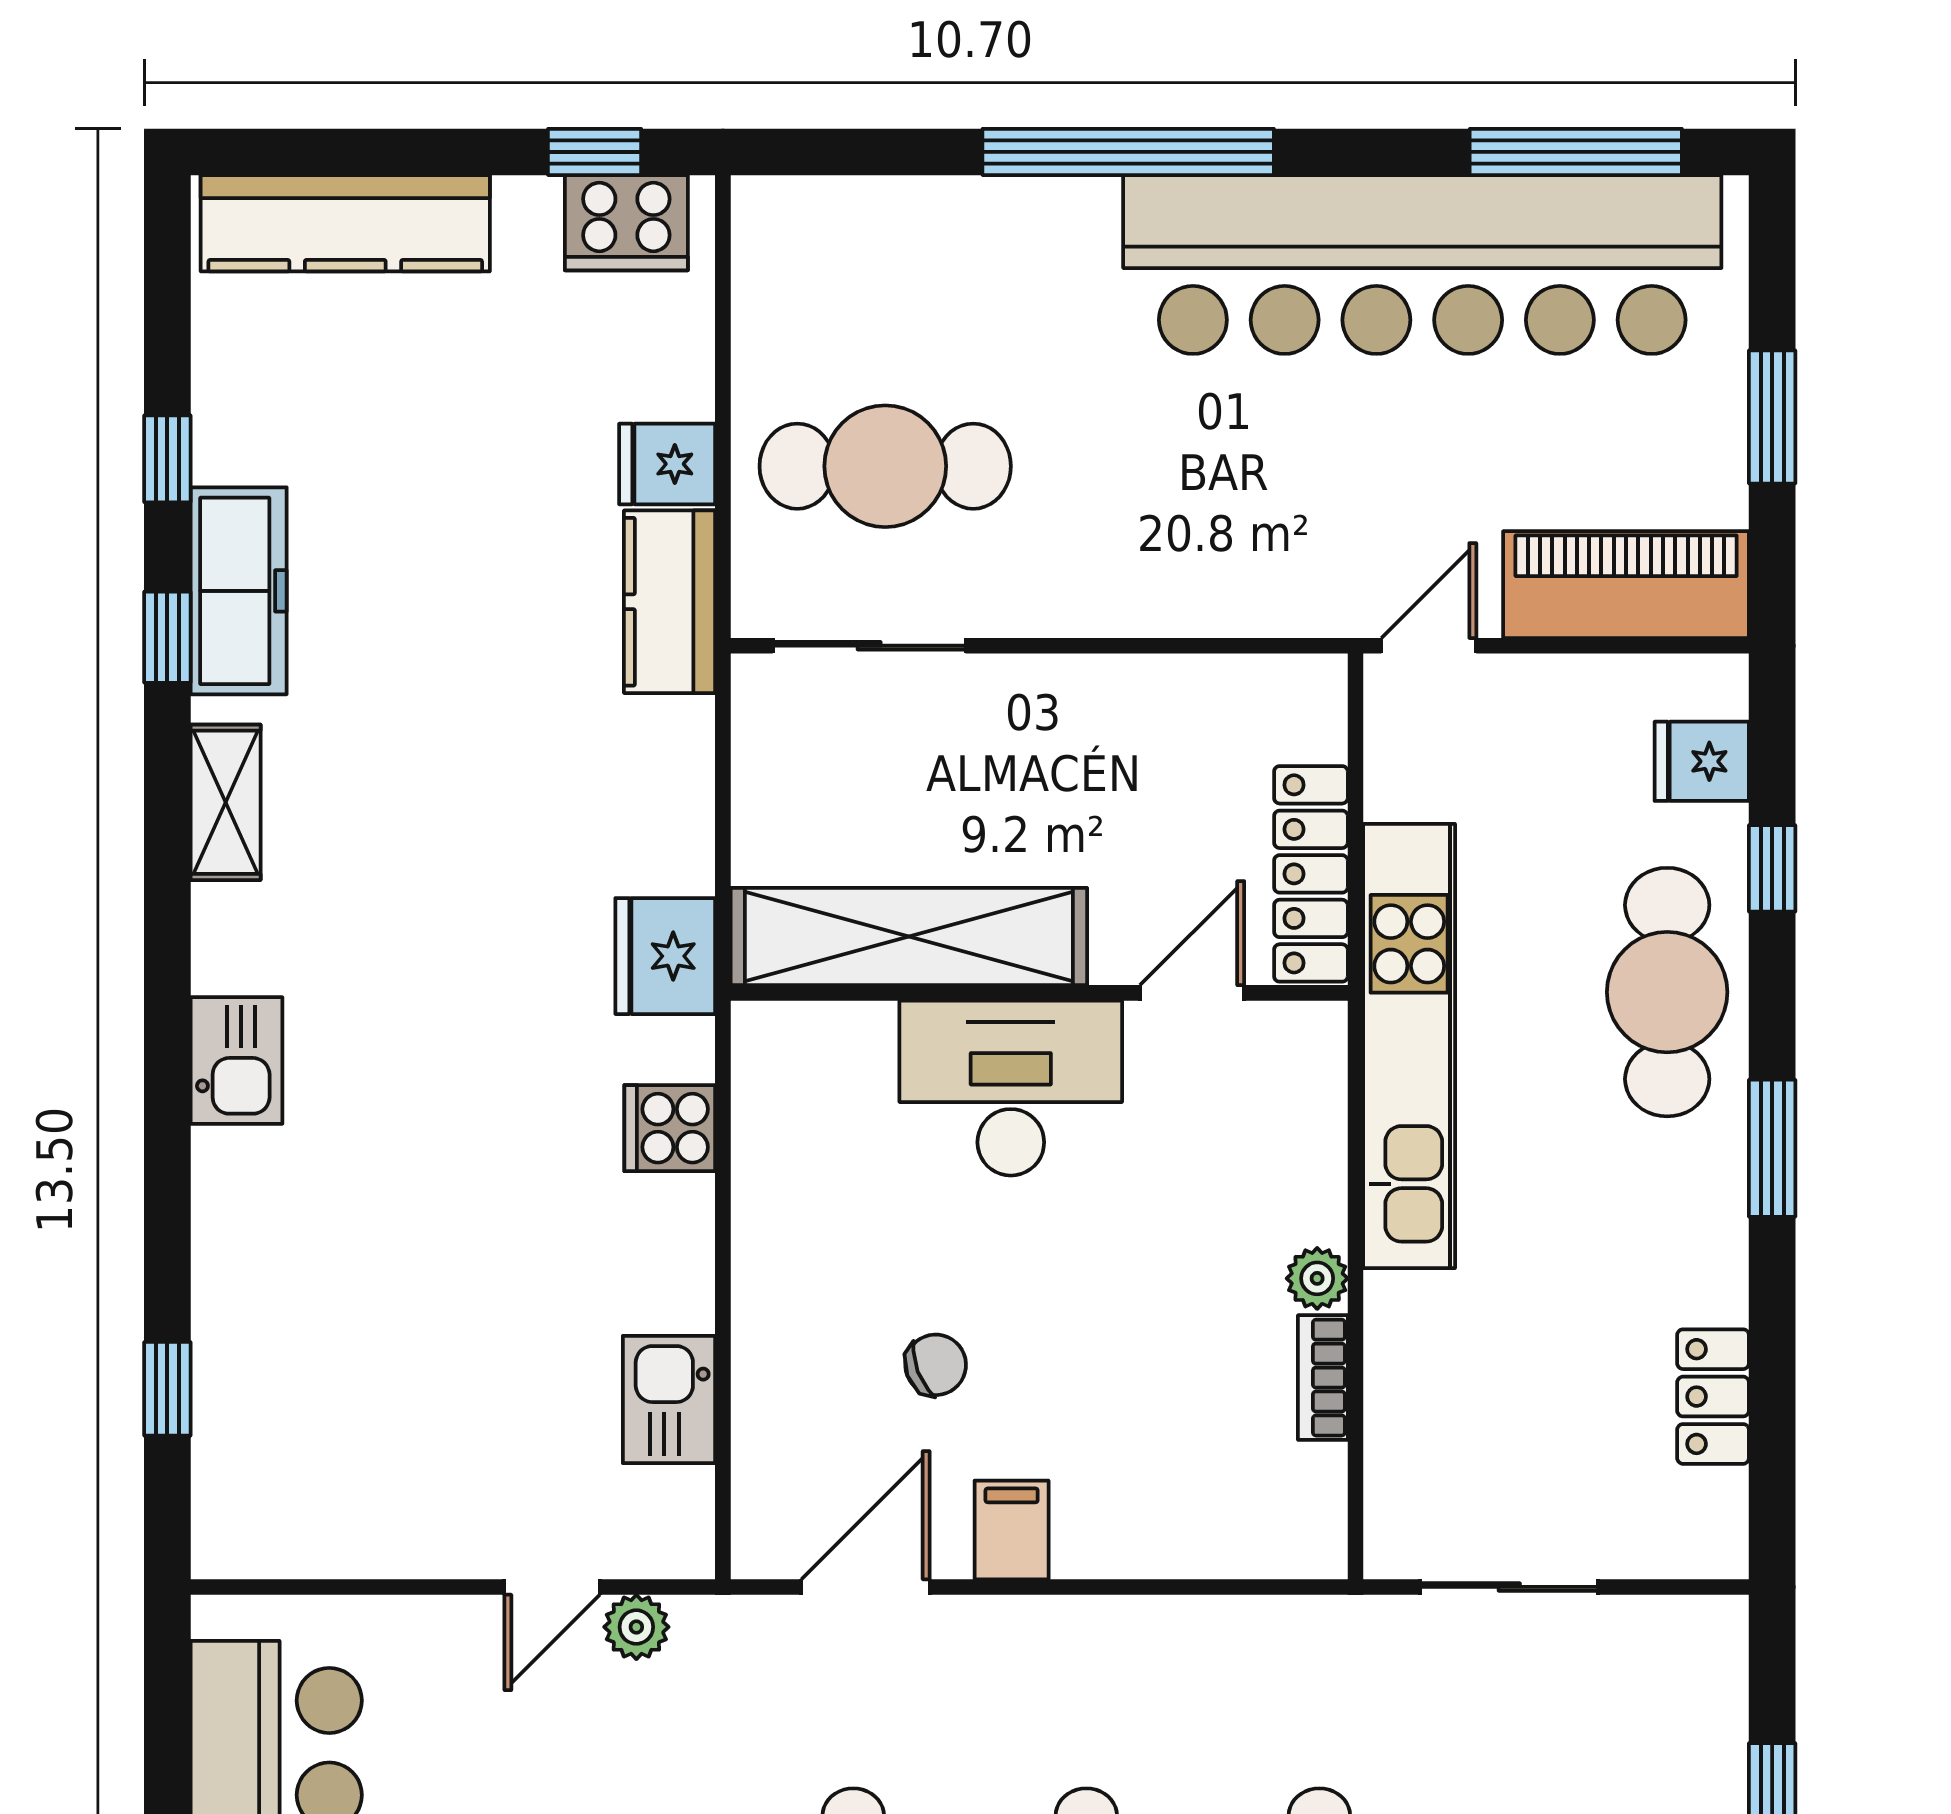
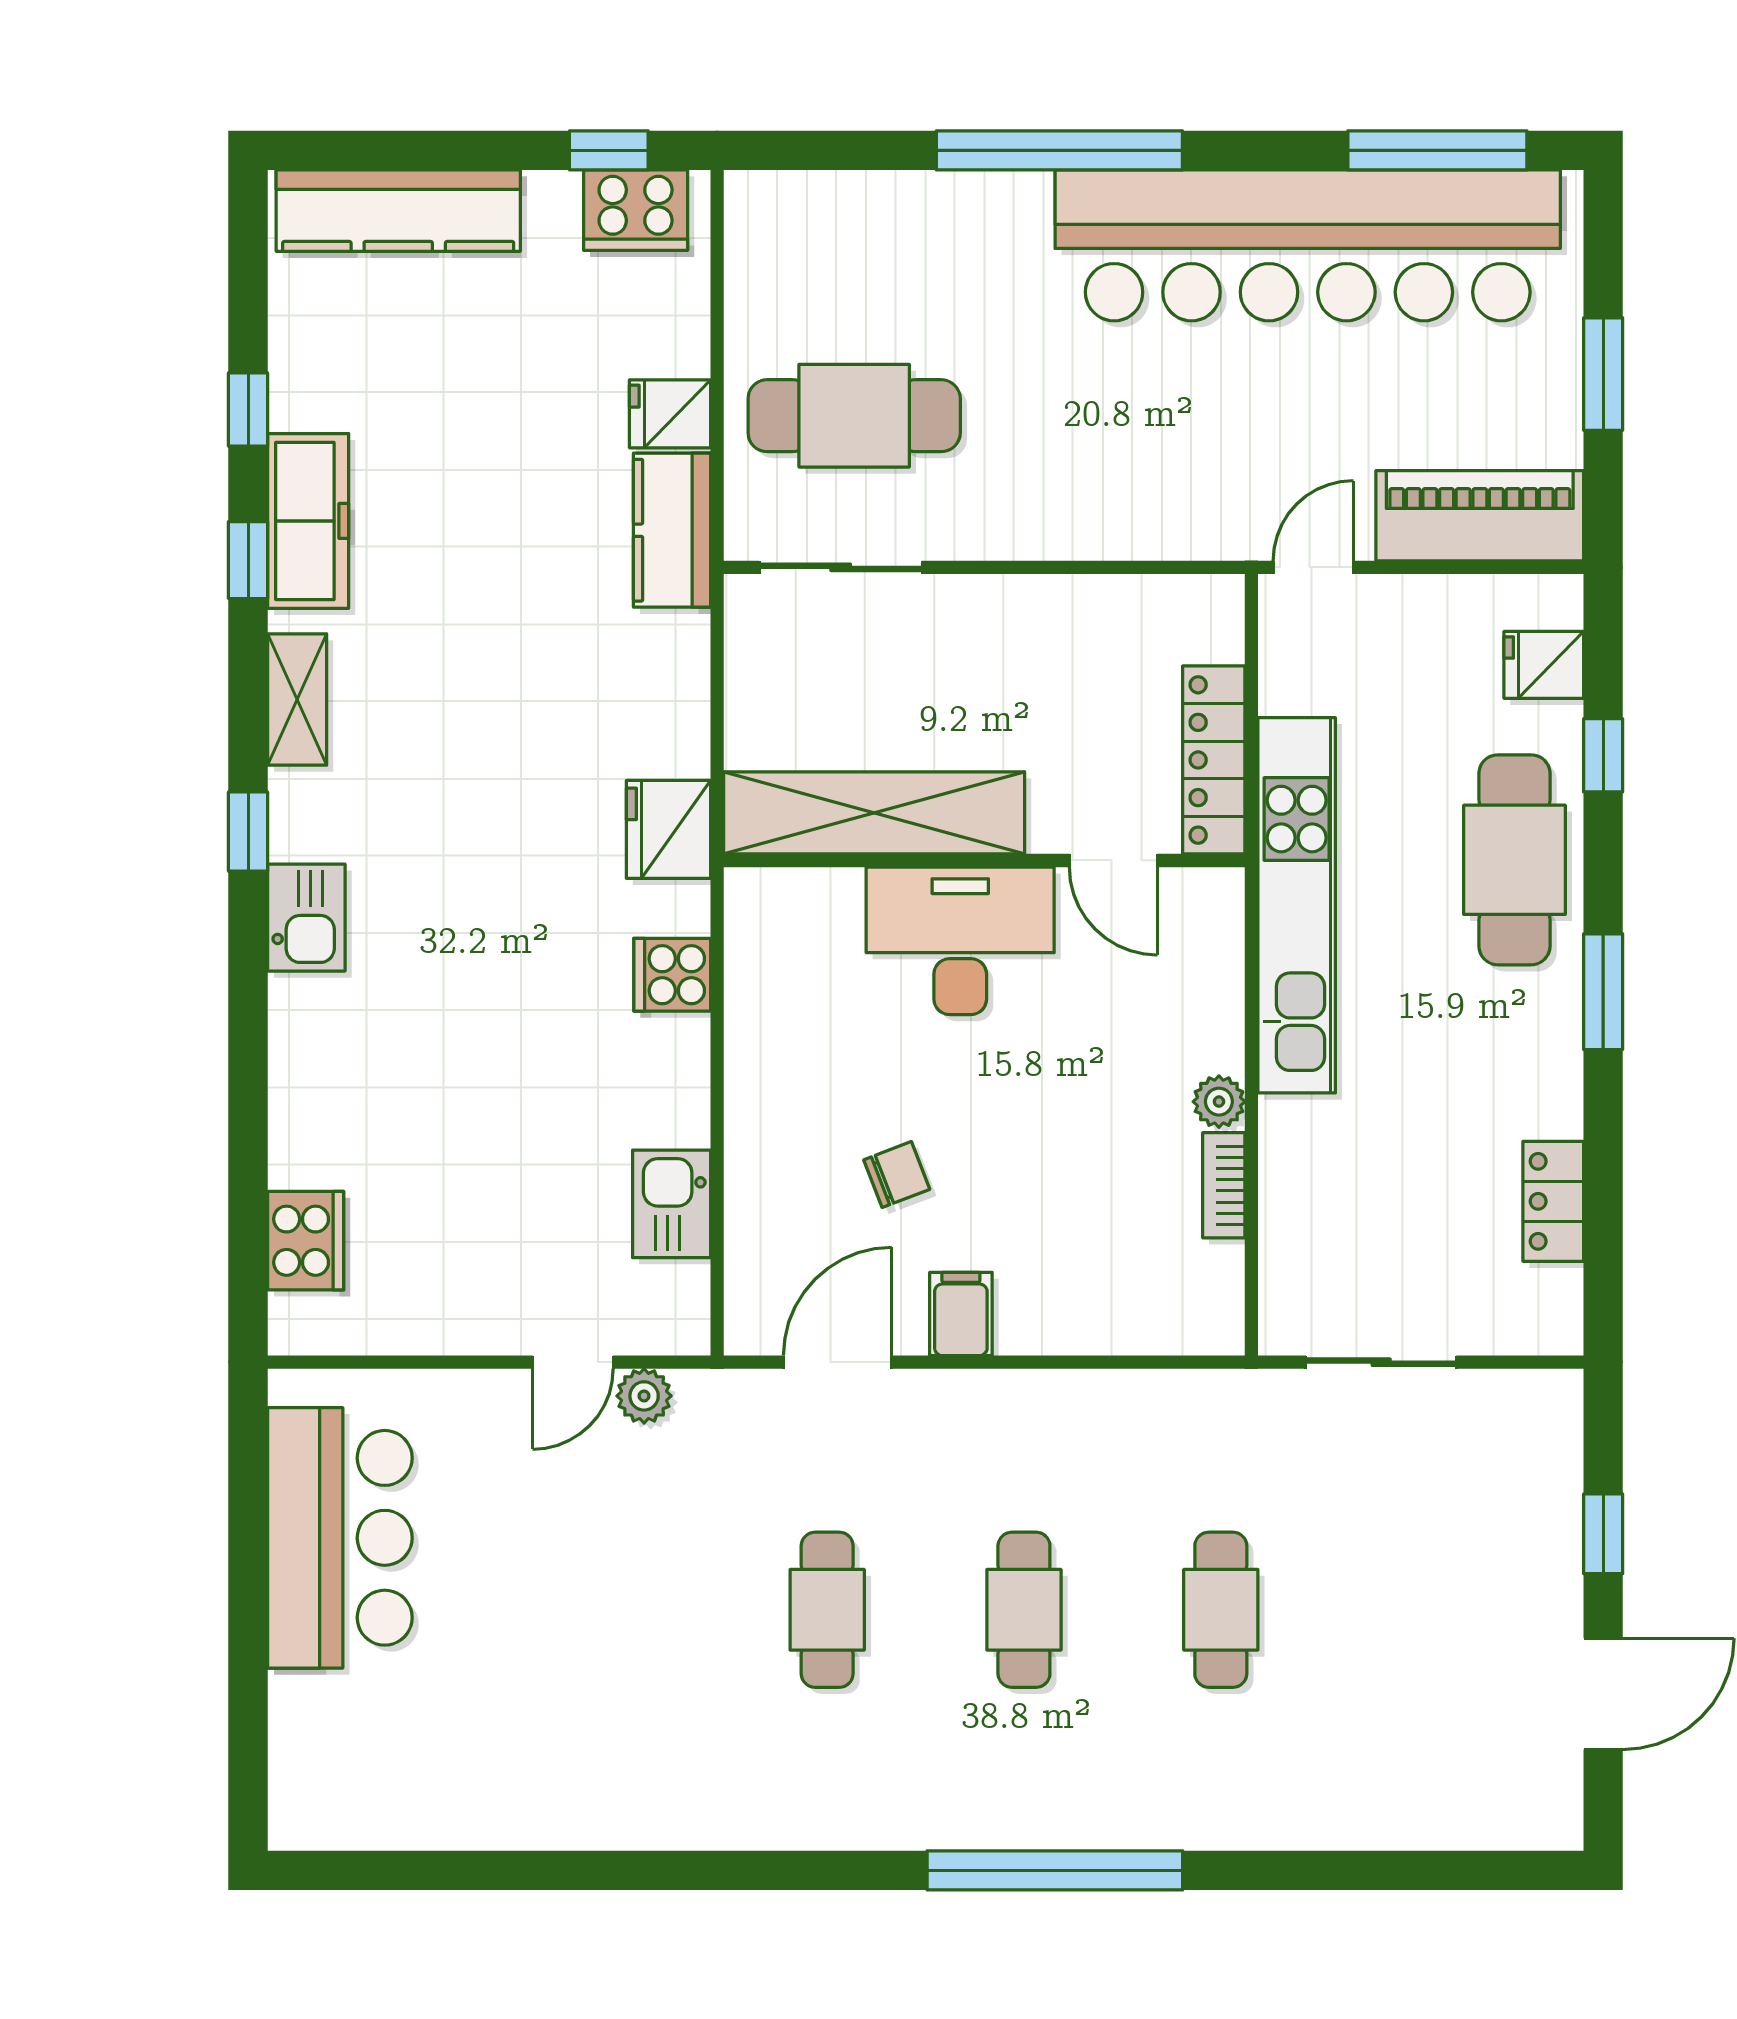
door: (1192, 993) -> (1113, 860), swing flipped
window: (167, 1389) -> (248, 832), moved
cooker: (236, 1443) -> (306, 1241), added

